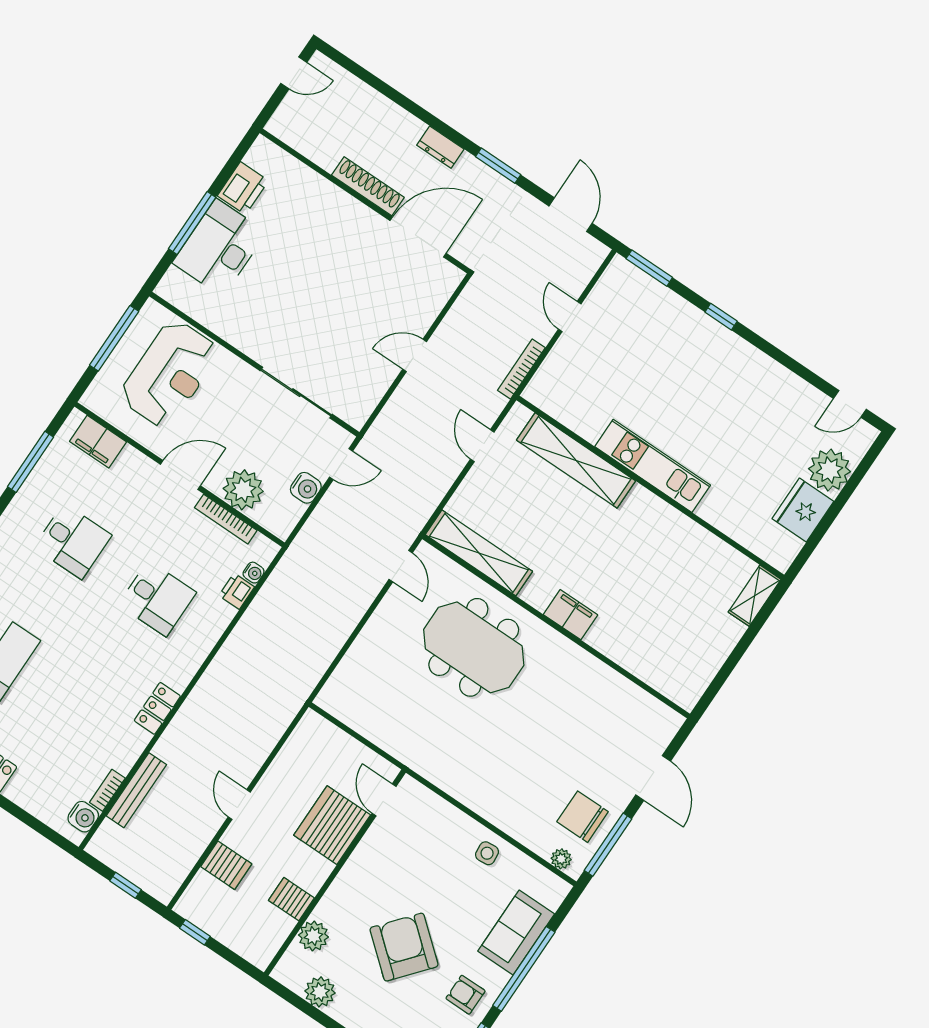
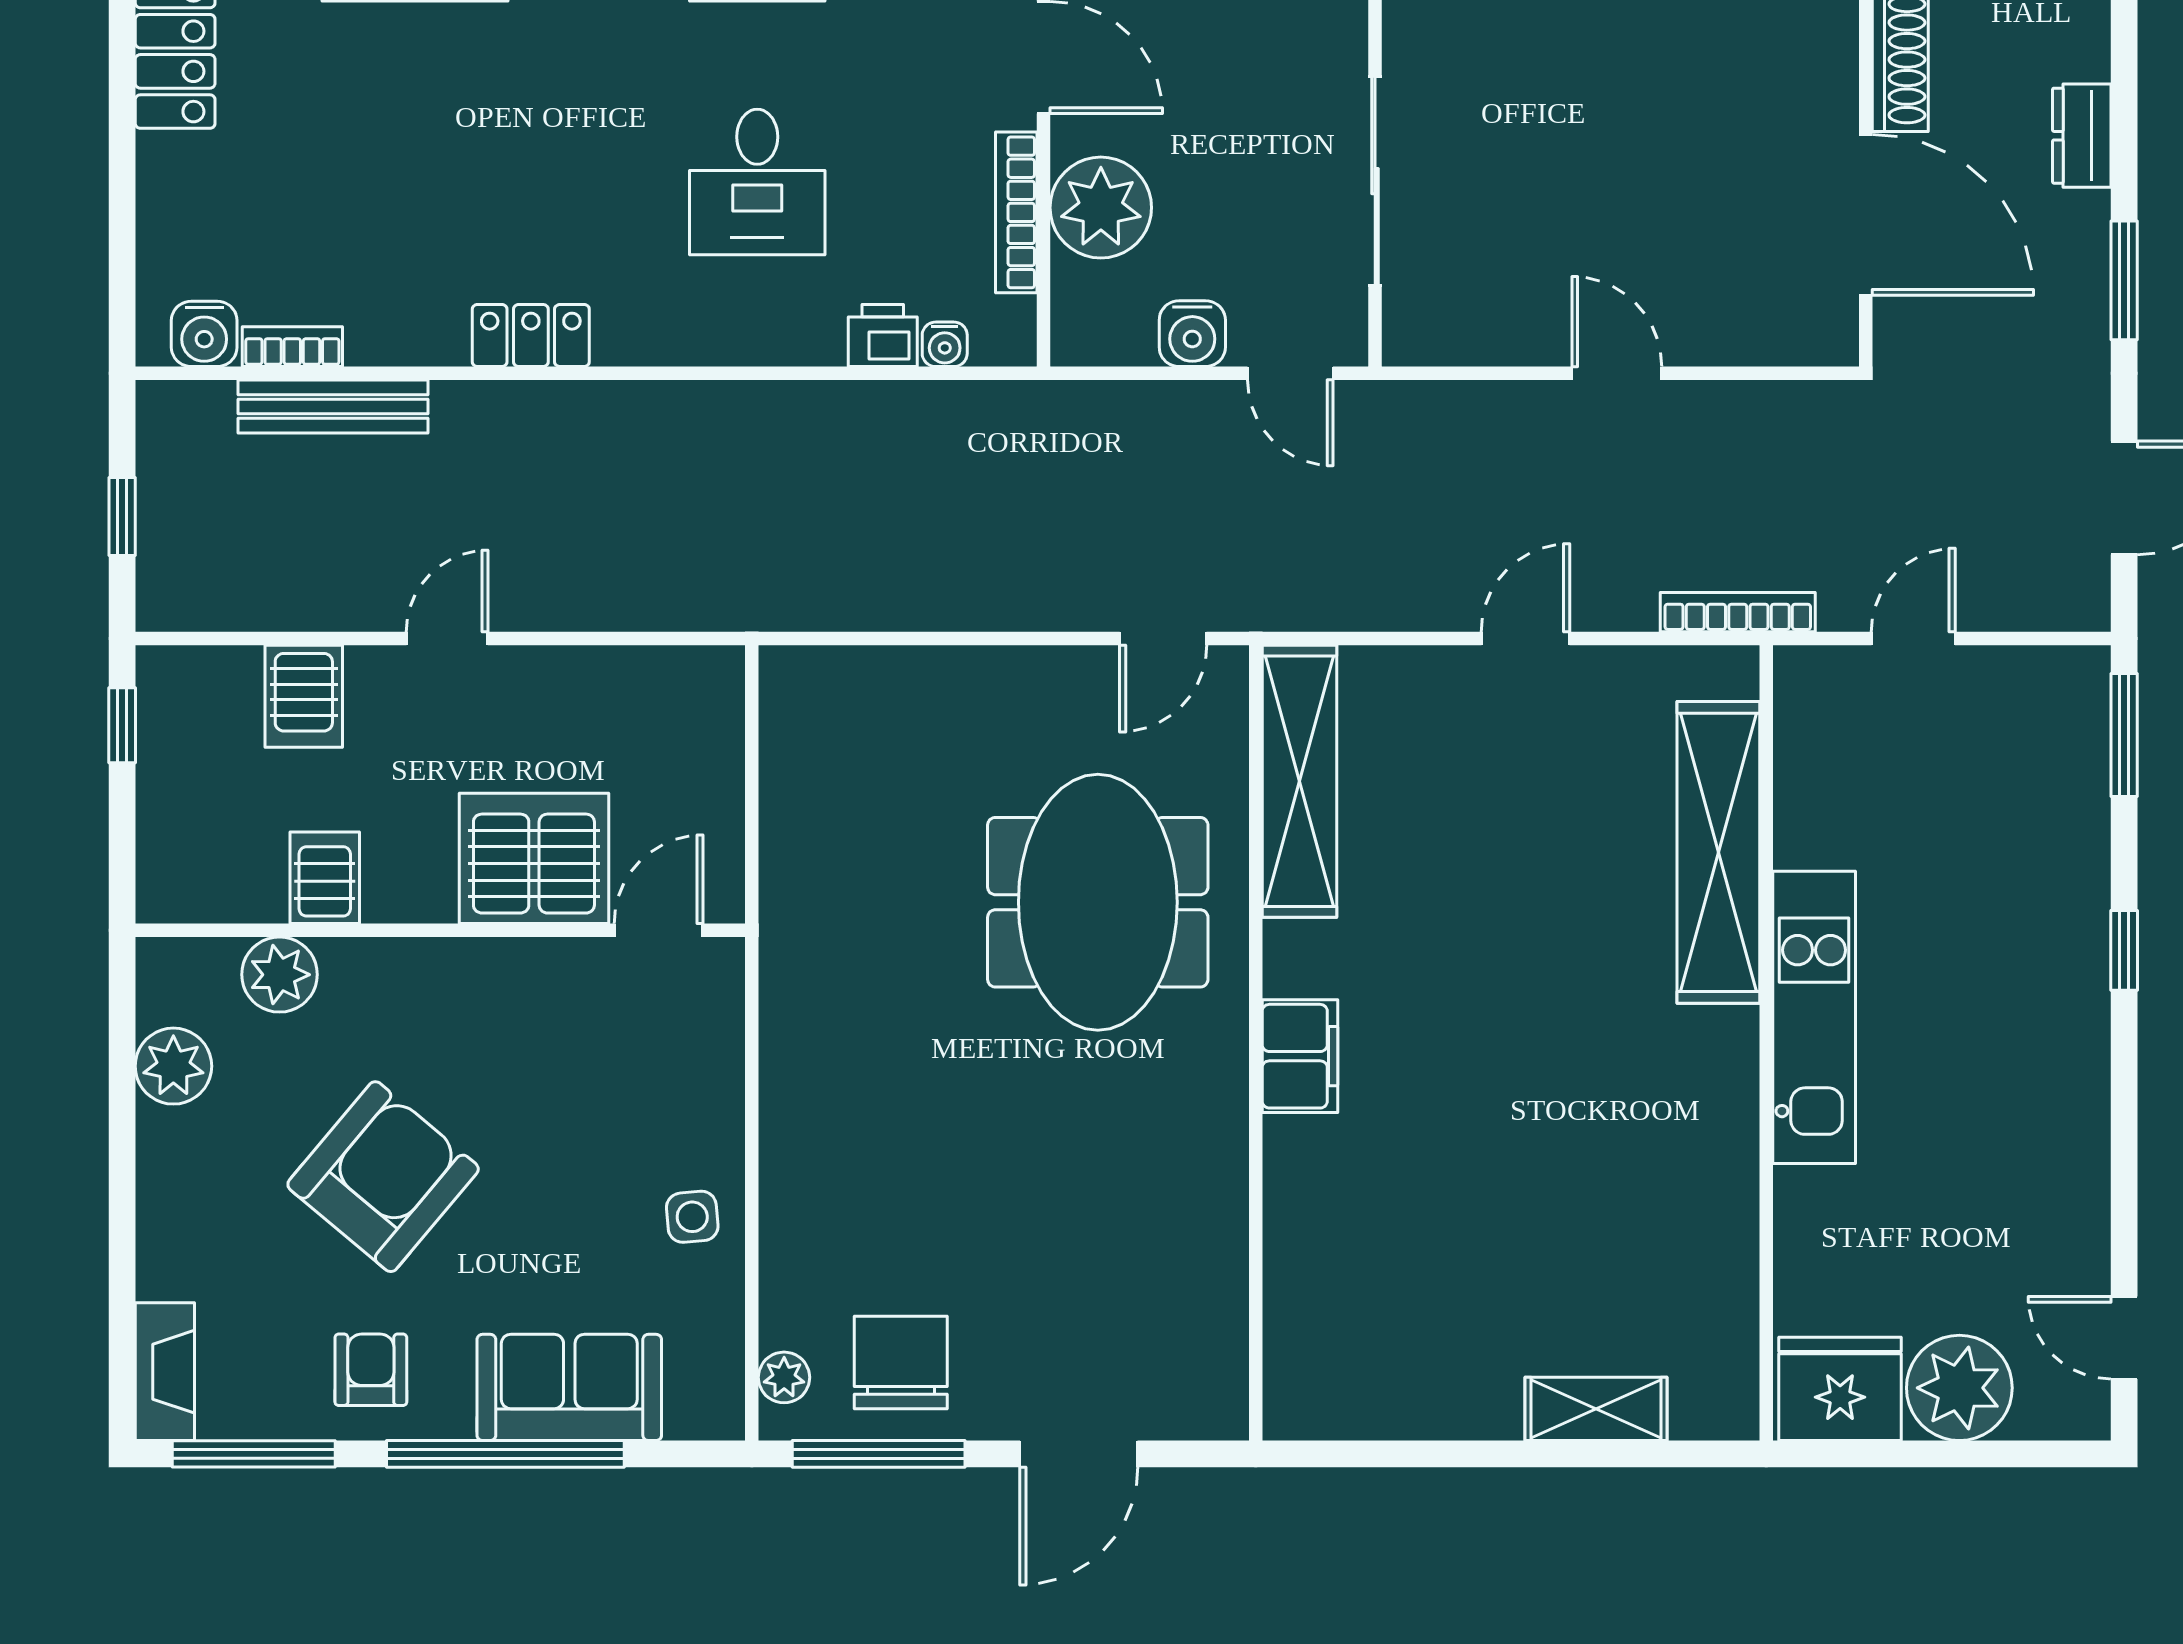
shelving: (576, 460) -> (1718, 852), moved
kitchen unit: (653, 466) -> (1814, 1017), moved
wall: (650, 487) -> (1766, 1043), moved

